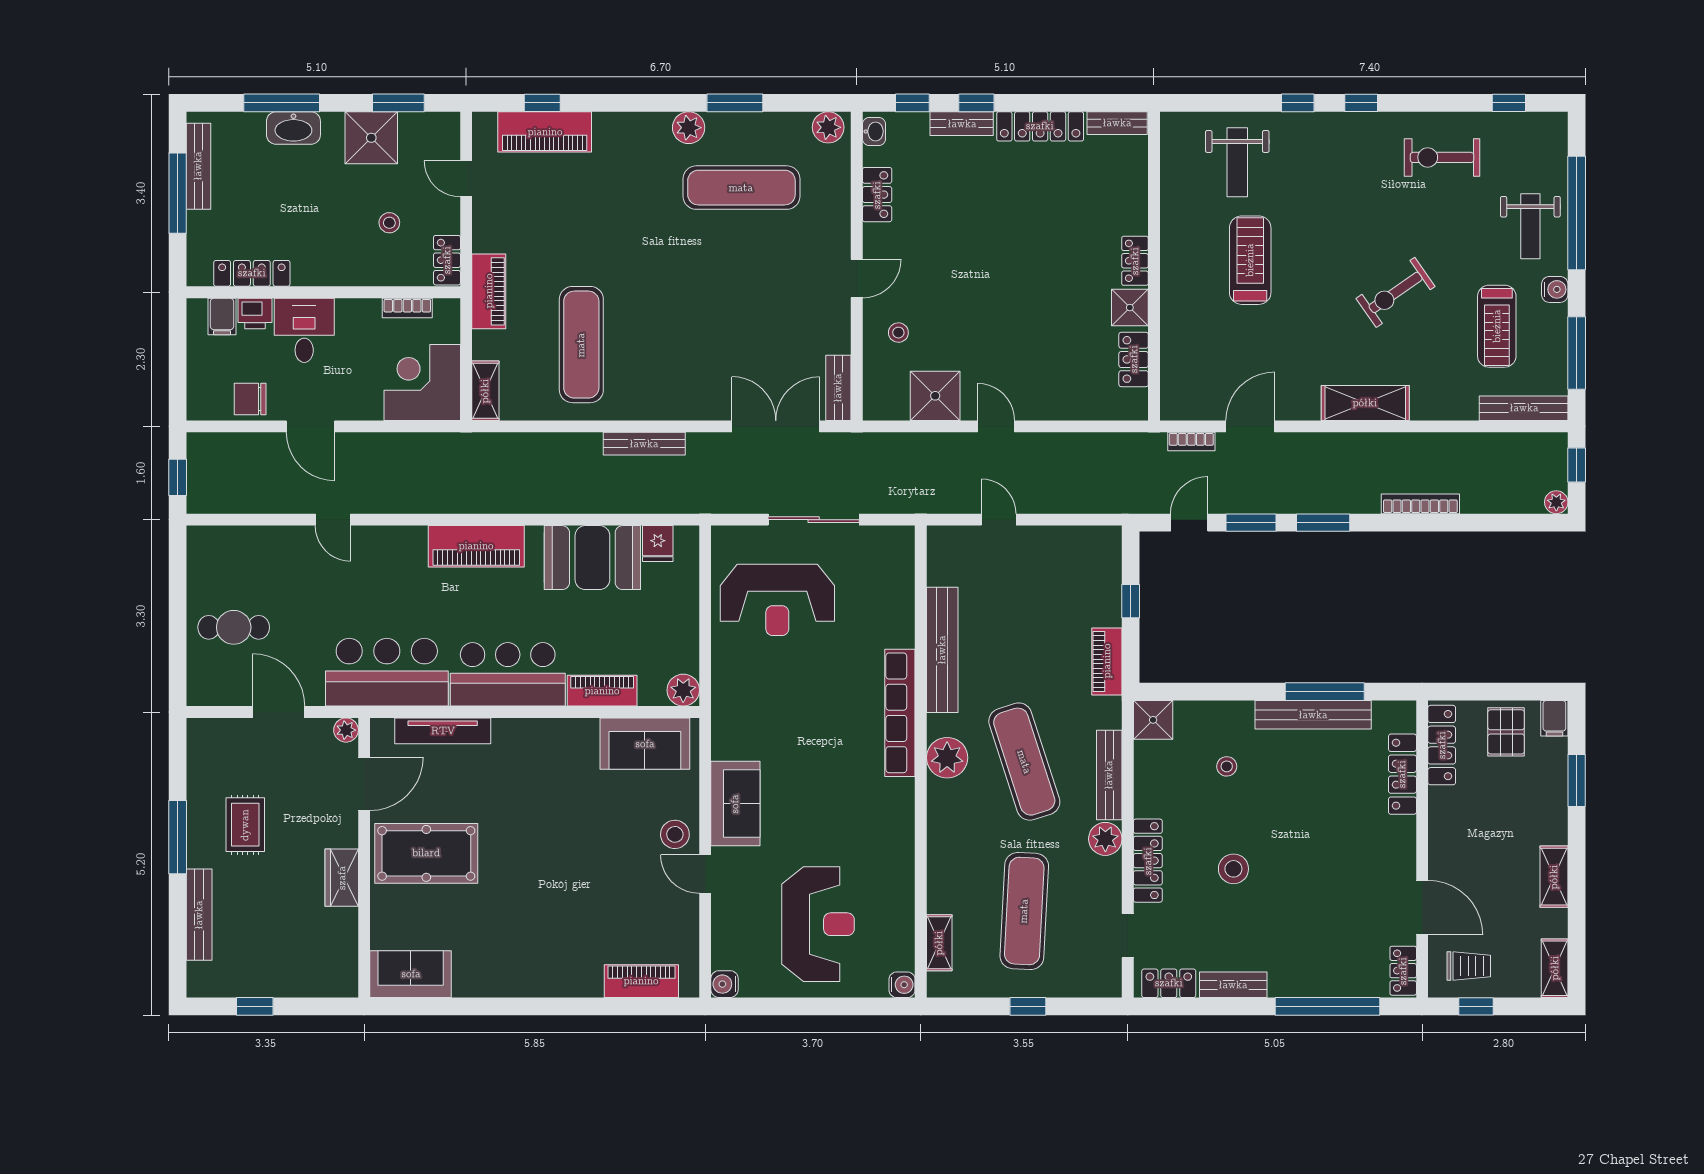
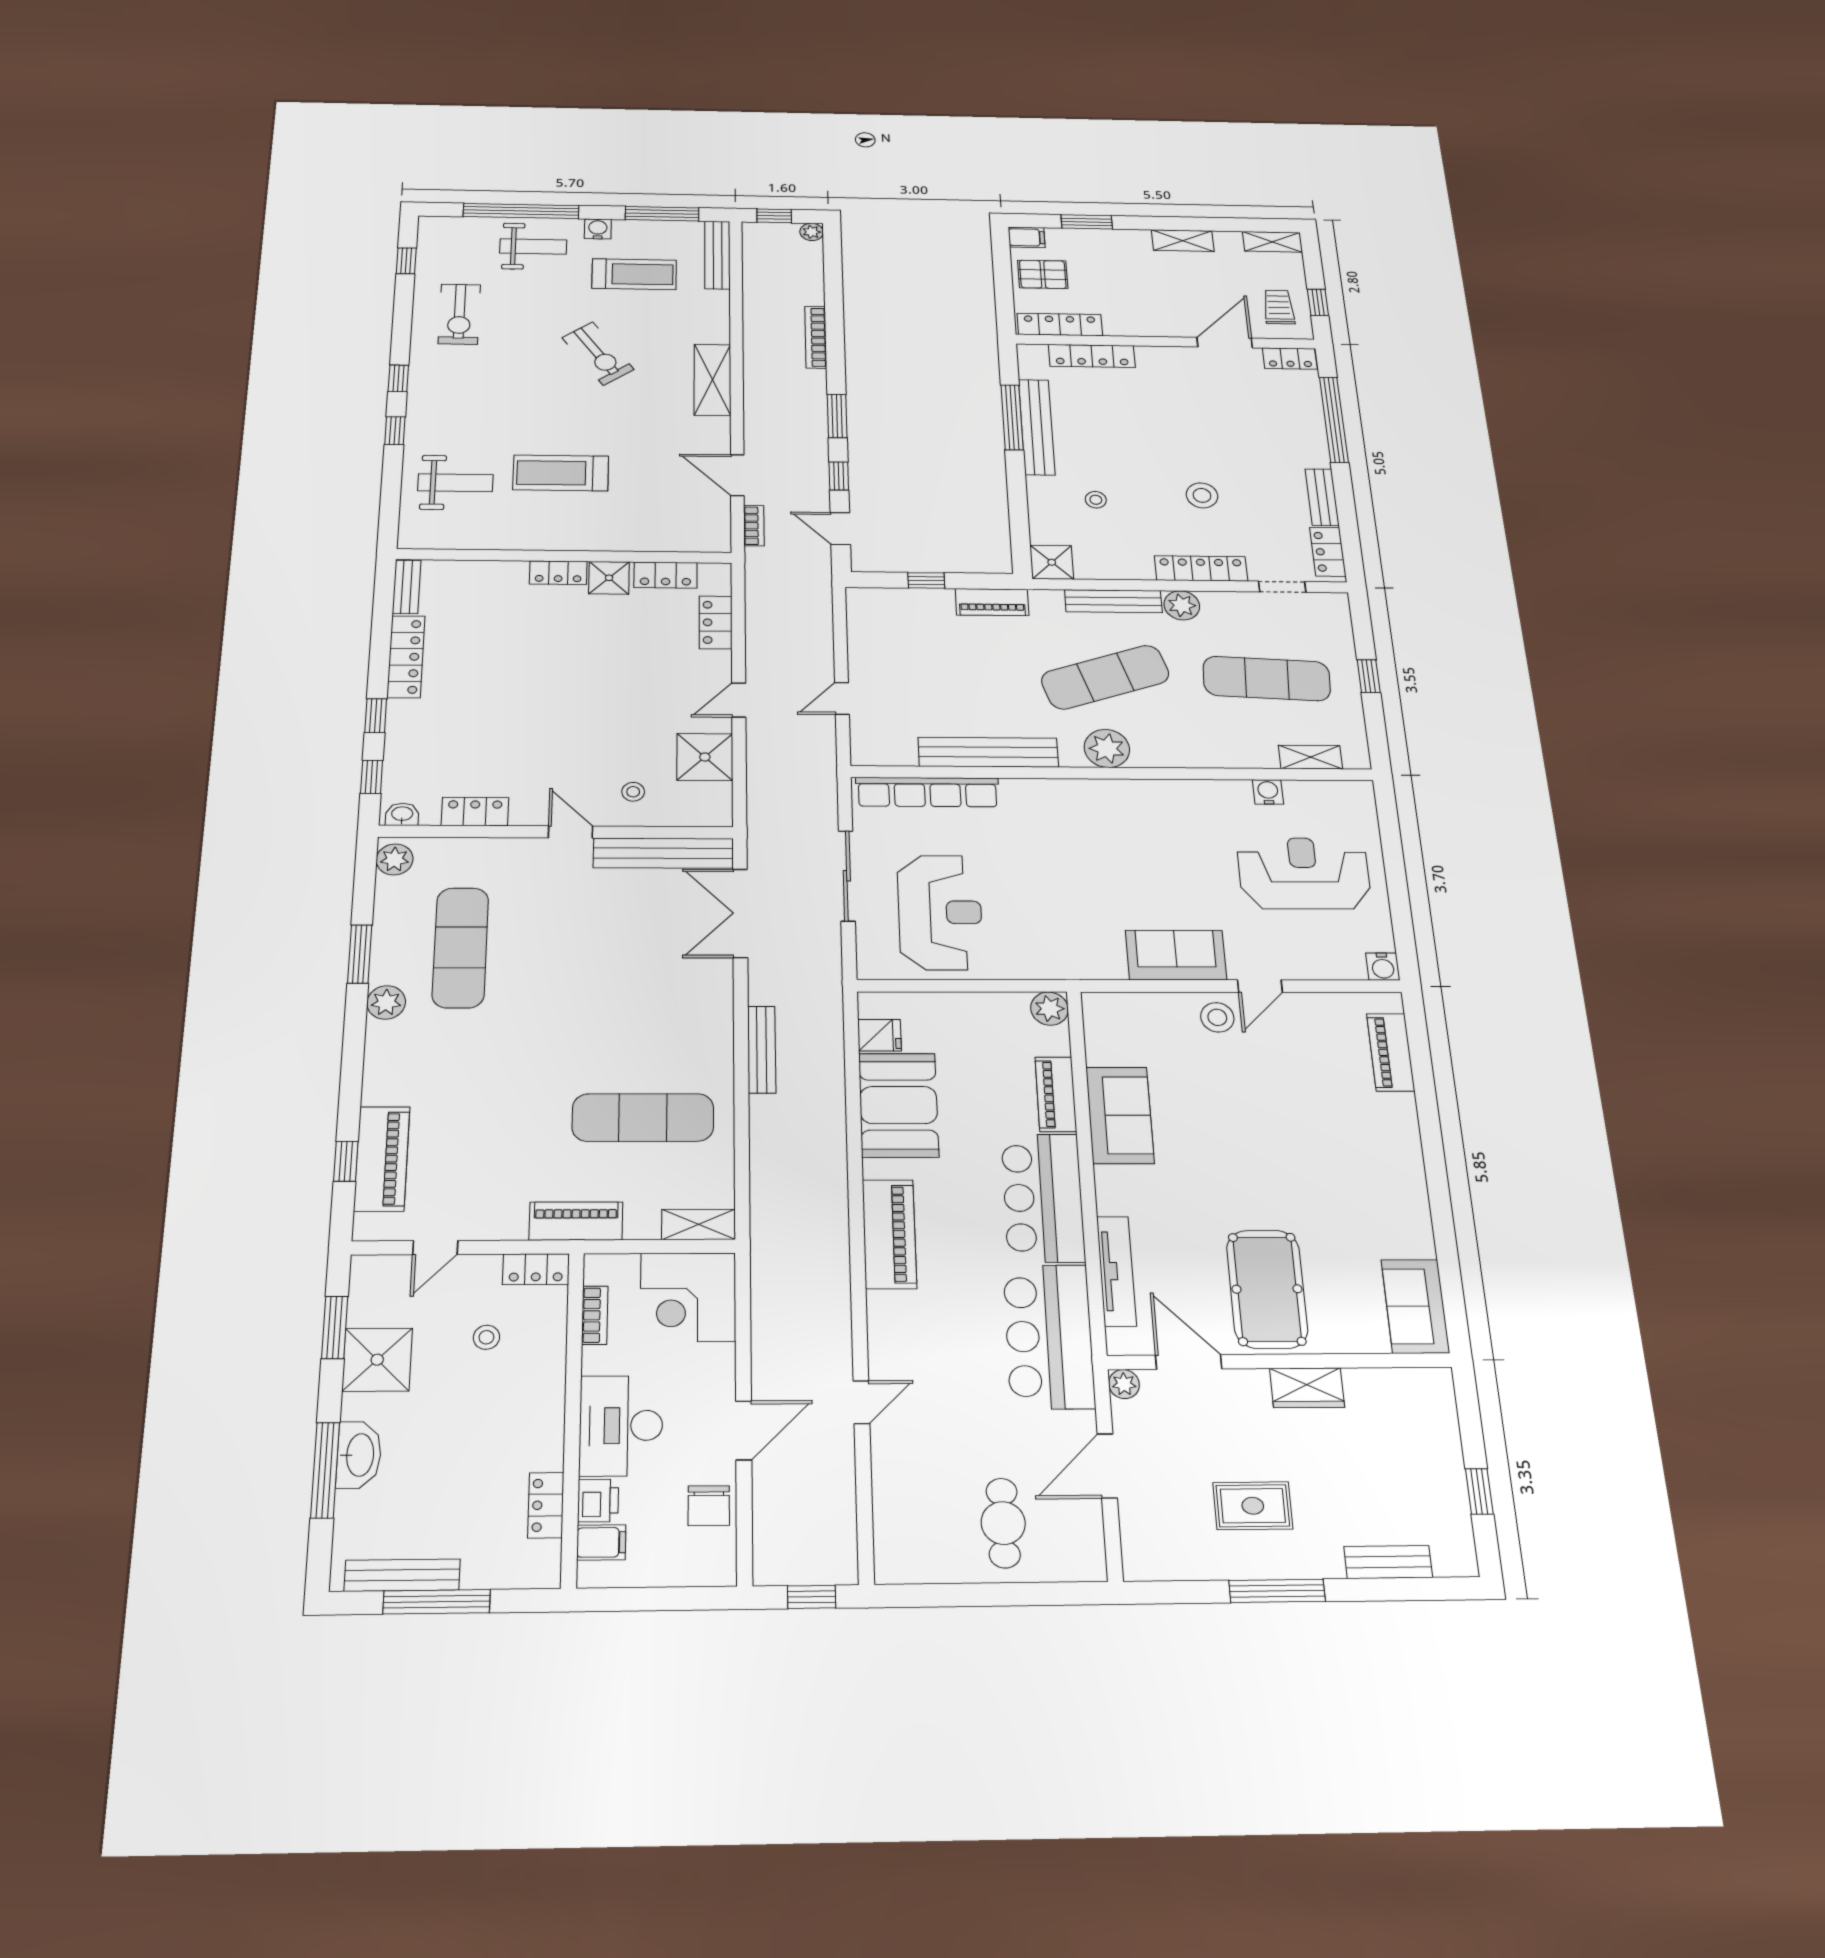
bench: (962, 124) -> (398, 730), removed
locker: (252, 273) -> (546, 1505), width x0.66
desk: (304, 330) -> (621, 1426), width x1.37
bench: (838, 388) -> (663, 853), width x1.86, depth x1.21
locker: (1081, 406) -> (716, 622), added
window: (1251, 523) -> (839, 476), width x0.67
row of seats: (900, 713) -> (927, 792), moved
sofa: (645, 744) -> (1120, 1115), moved
bench: (199, 915) -> (1388, 1562), width x0.73
water cooler: (902, 985) -> (1268, 792), moved

